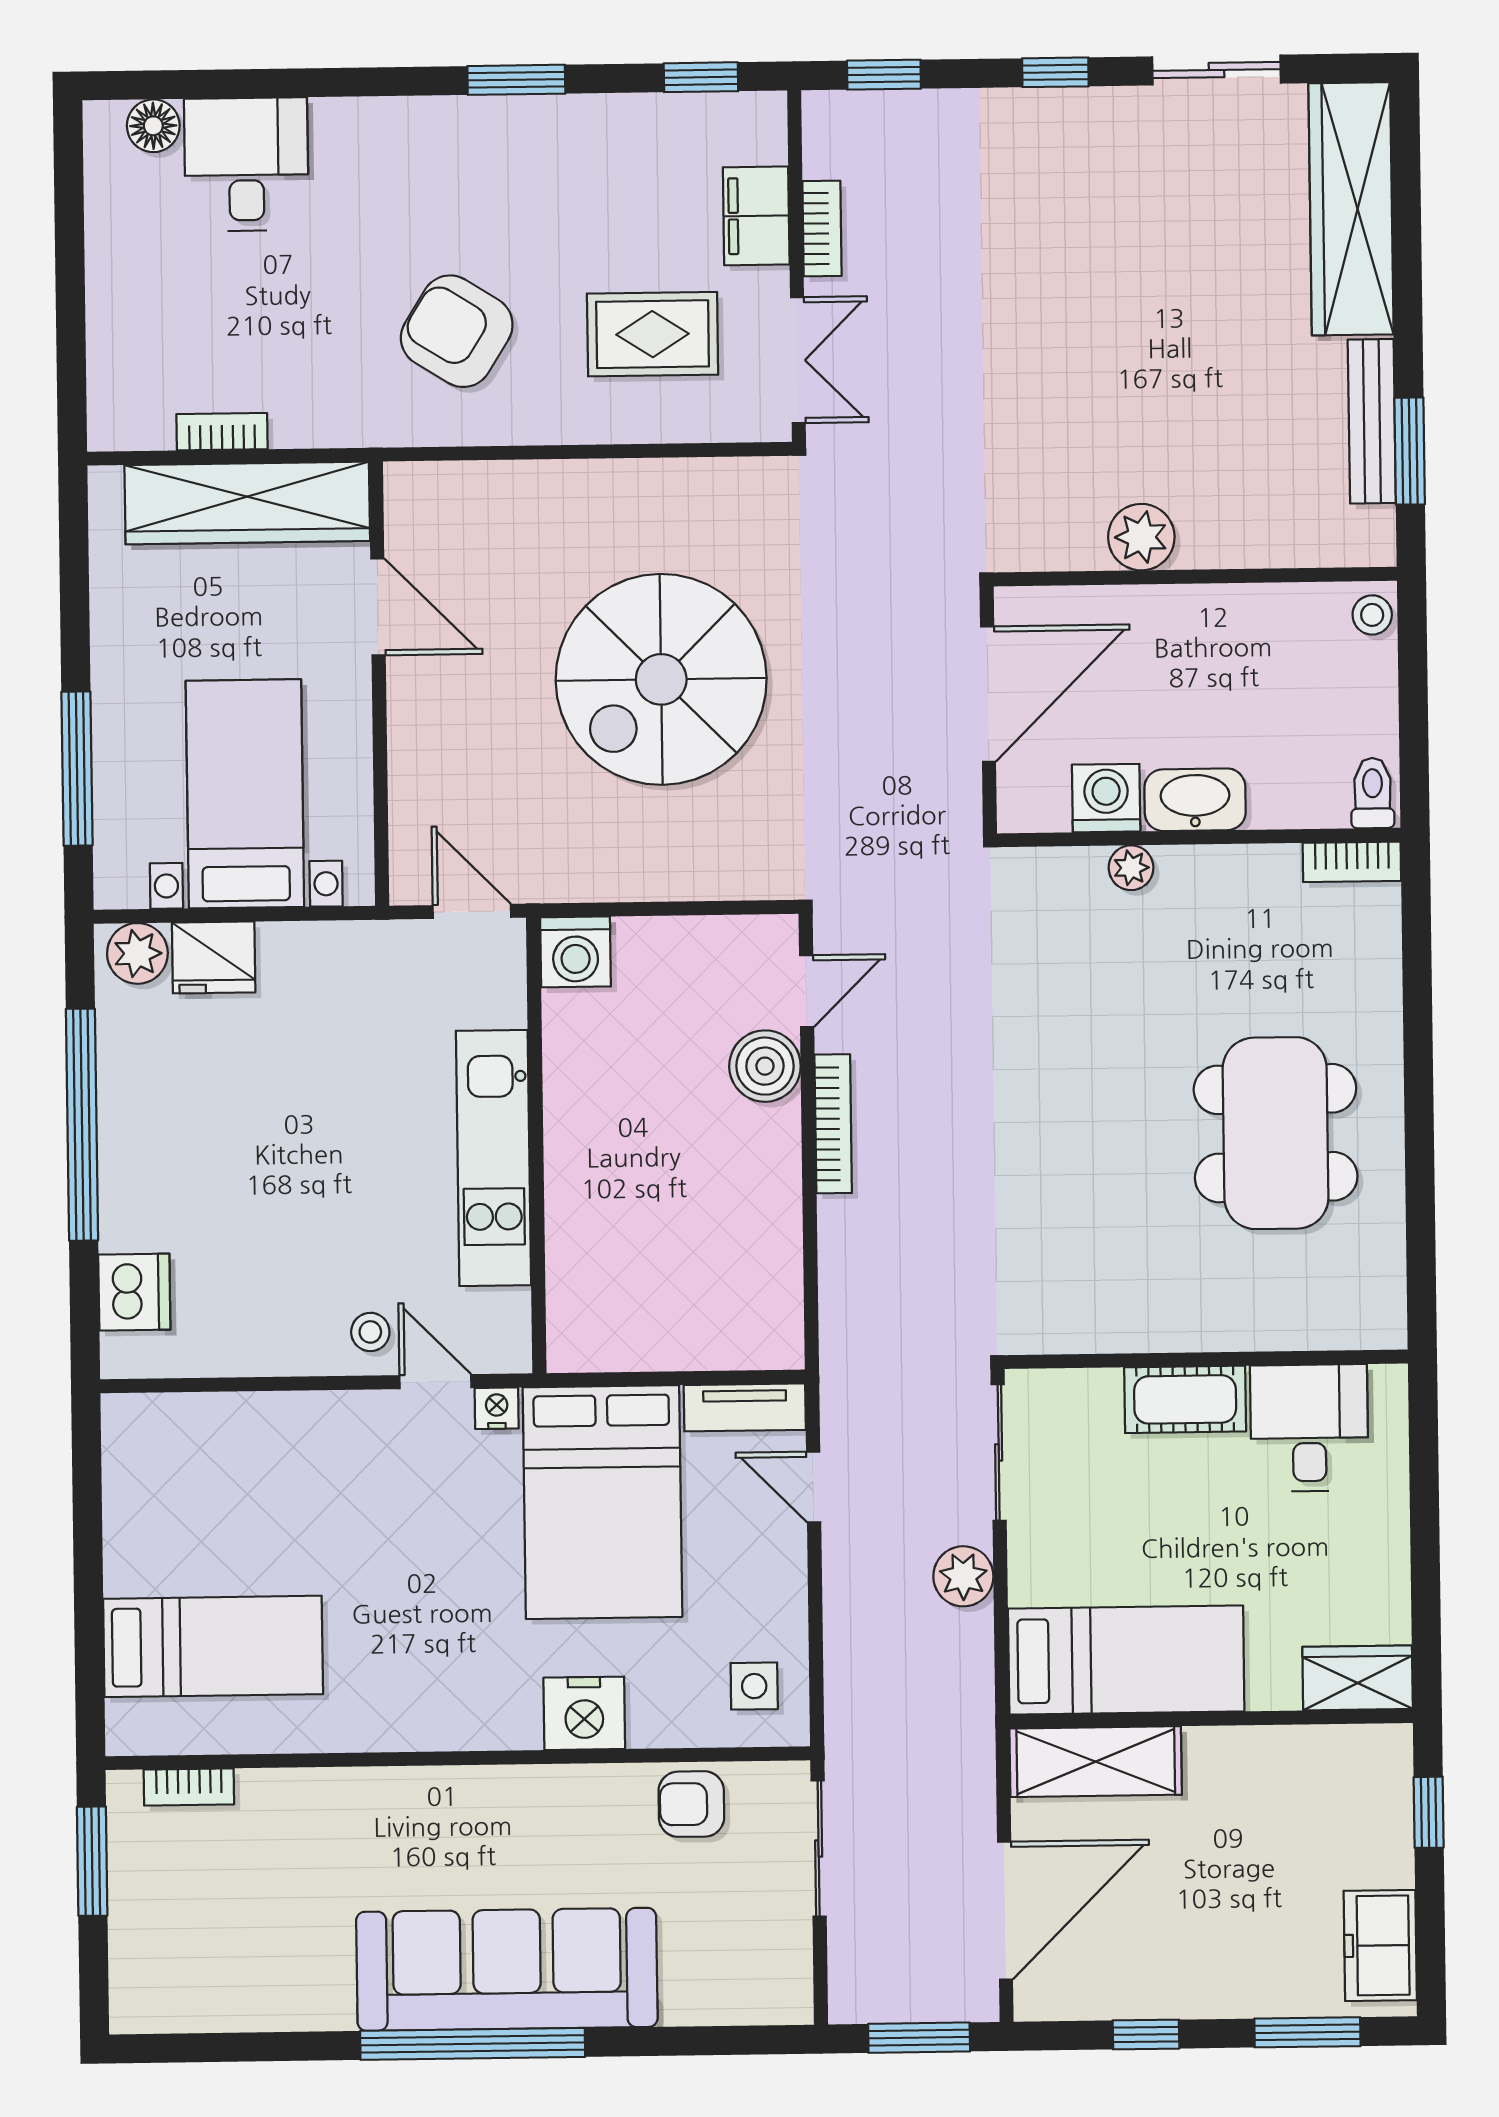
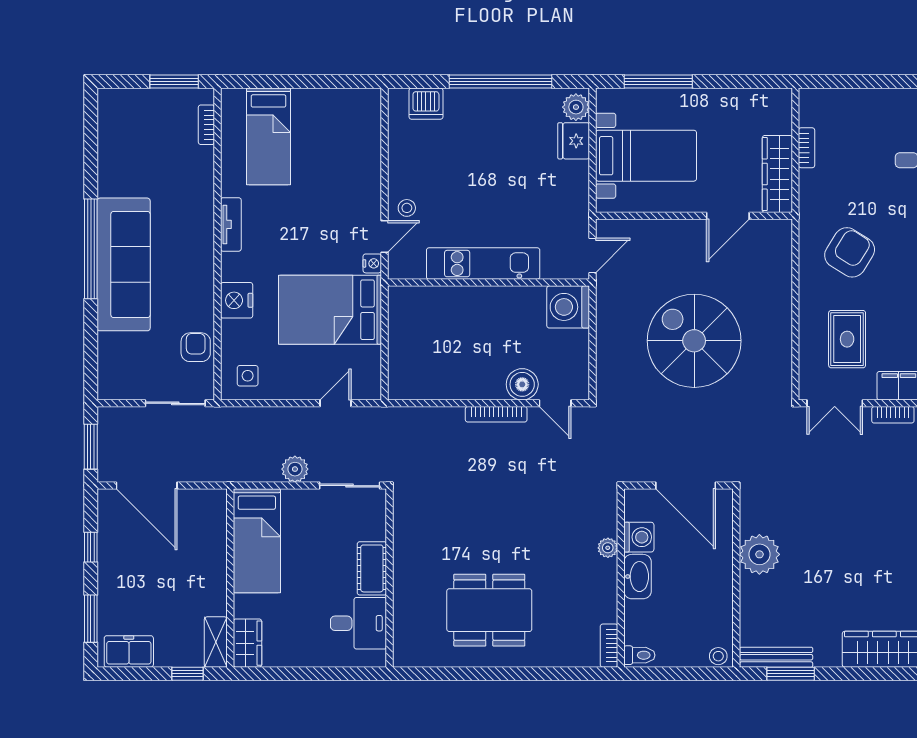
bench: (1372, 421) -> (776, 657), moved
wardrobe: (247, 503) -> (777, 174), width x0.71, depth x0.85
plant: (1141, 537) -> (759, 554), width x1.36, depth x1.36
washing machine: (575, 952) -> (568, 307), width x1.37, depth x1.37
tv unit: (745, 1407) -> (231, 224), moved, turned 180
shelving: (1096, 1762) -> (216, 642), moved, width x0.67, depth x0.75

